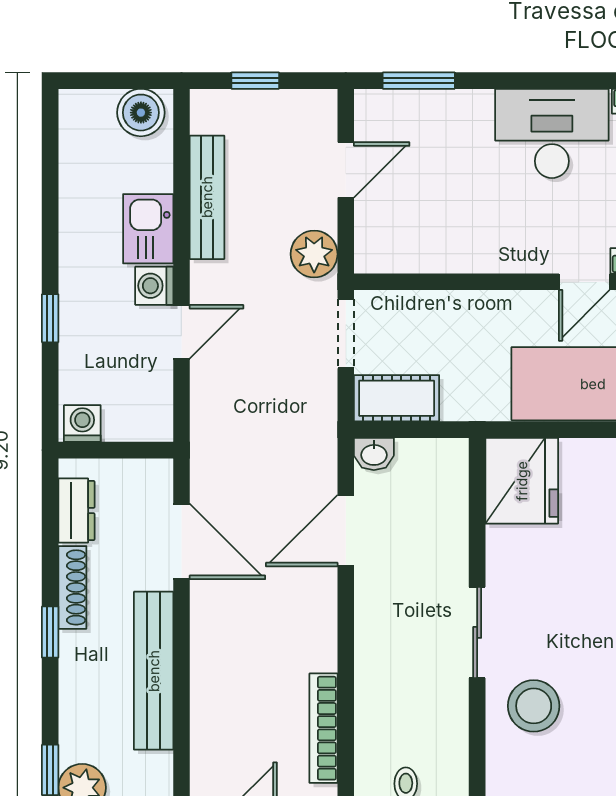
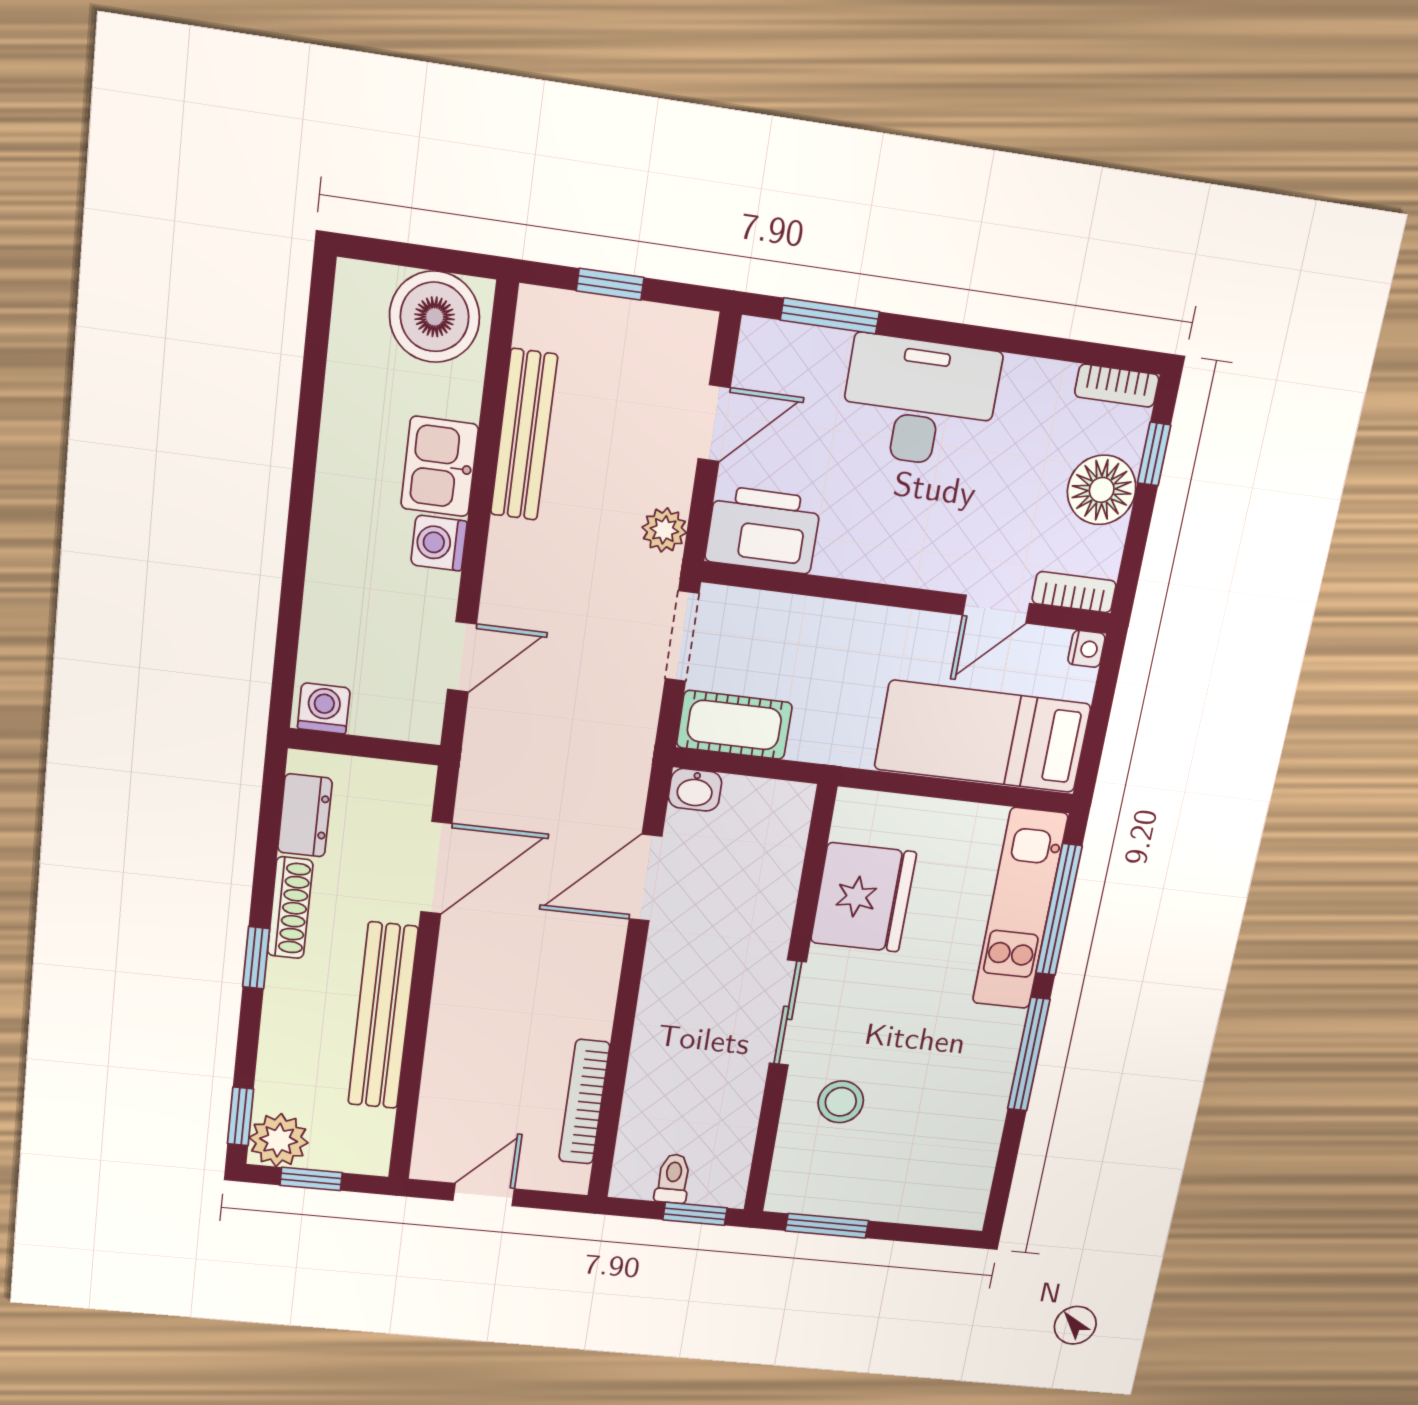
boiler: (141, 113) -> (435, 317), width x1.37, depth x1.37
desk: (552, 133) -> (919, 402), moved
printer: (395, 244) -> (763, 530), added
plant: (314, 254) -> (664, 530), width x0.73, depth x0.73
window: (50, 318) -> (294, 568), removed
door: (181, 332) -> (462, 657), moved
fridge: (522, 481) -> (863, 897), moved
door: (181, 541) -> (436, 868), hinge flipped
stool: (534, 706) -> (841, 1102), width x0.73, depth x0.73

